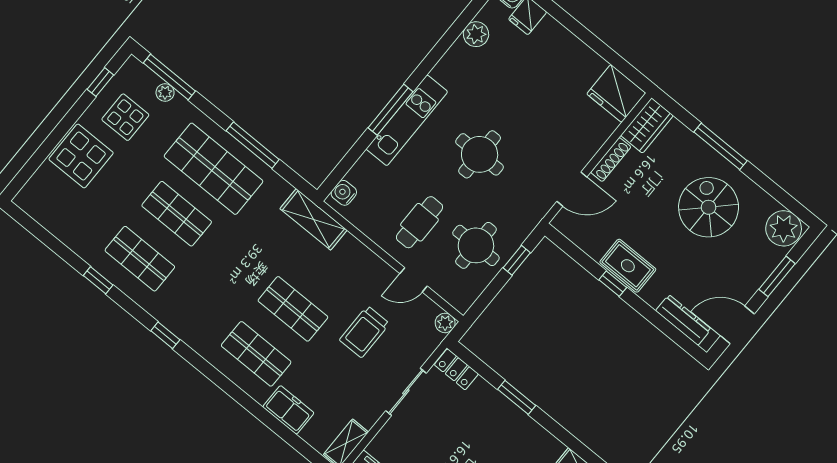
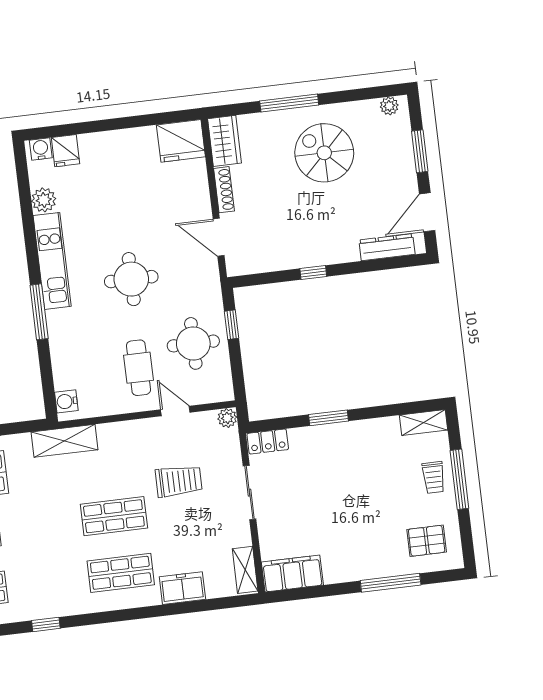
kitchen unit: (407, 120) -> (52, 261), moved
door: (572, 189) -> (219, 237), swing flipped
plant: (784, 228) -> (389, 106), width x0.53, depth x0.53
rug: (628, 266) -> (311, 250), removed
door: (414, 280) -> (175, 411), swing flipped
trolley: (364, 332) -> (179, 481), turned -90

